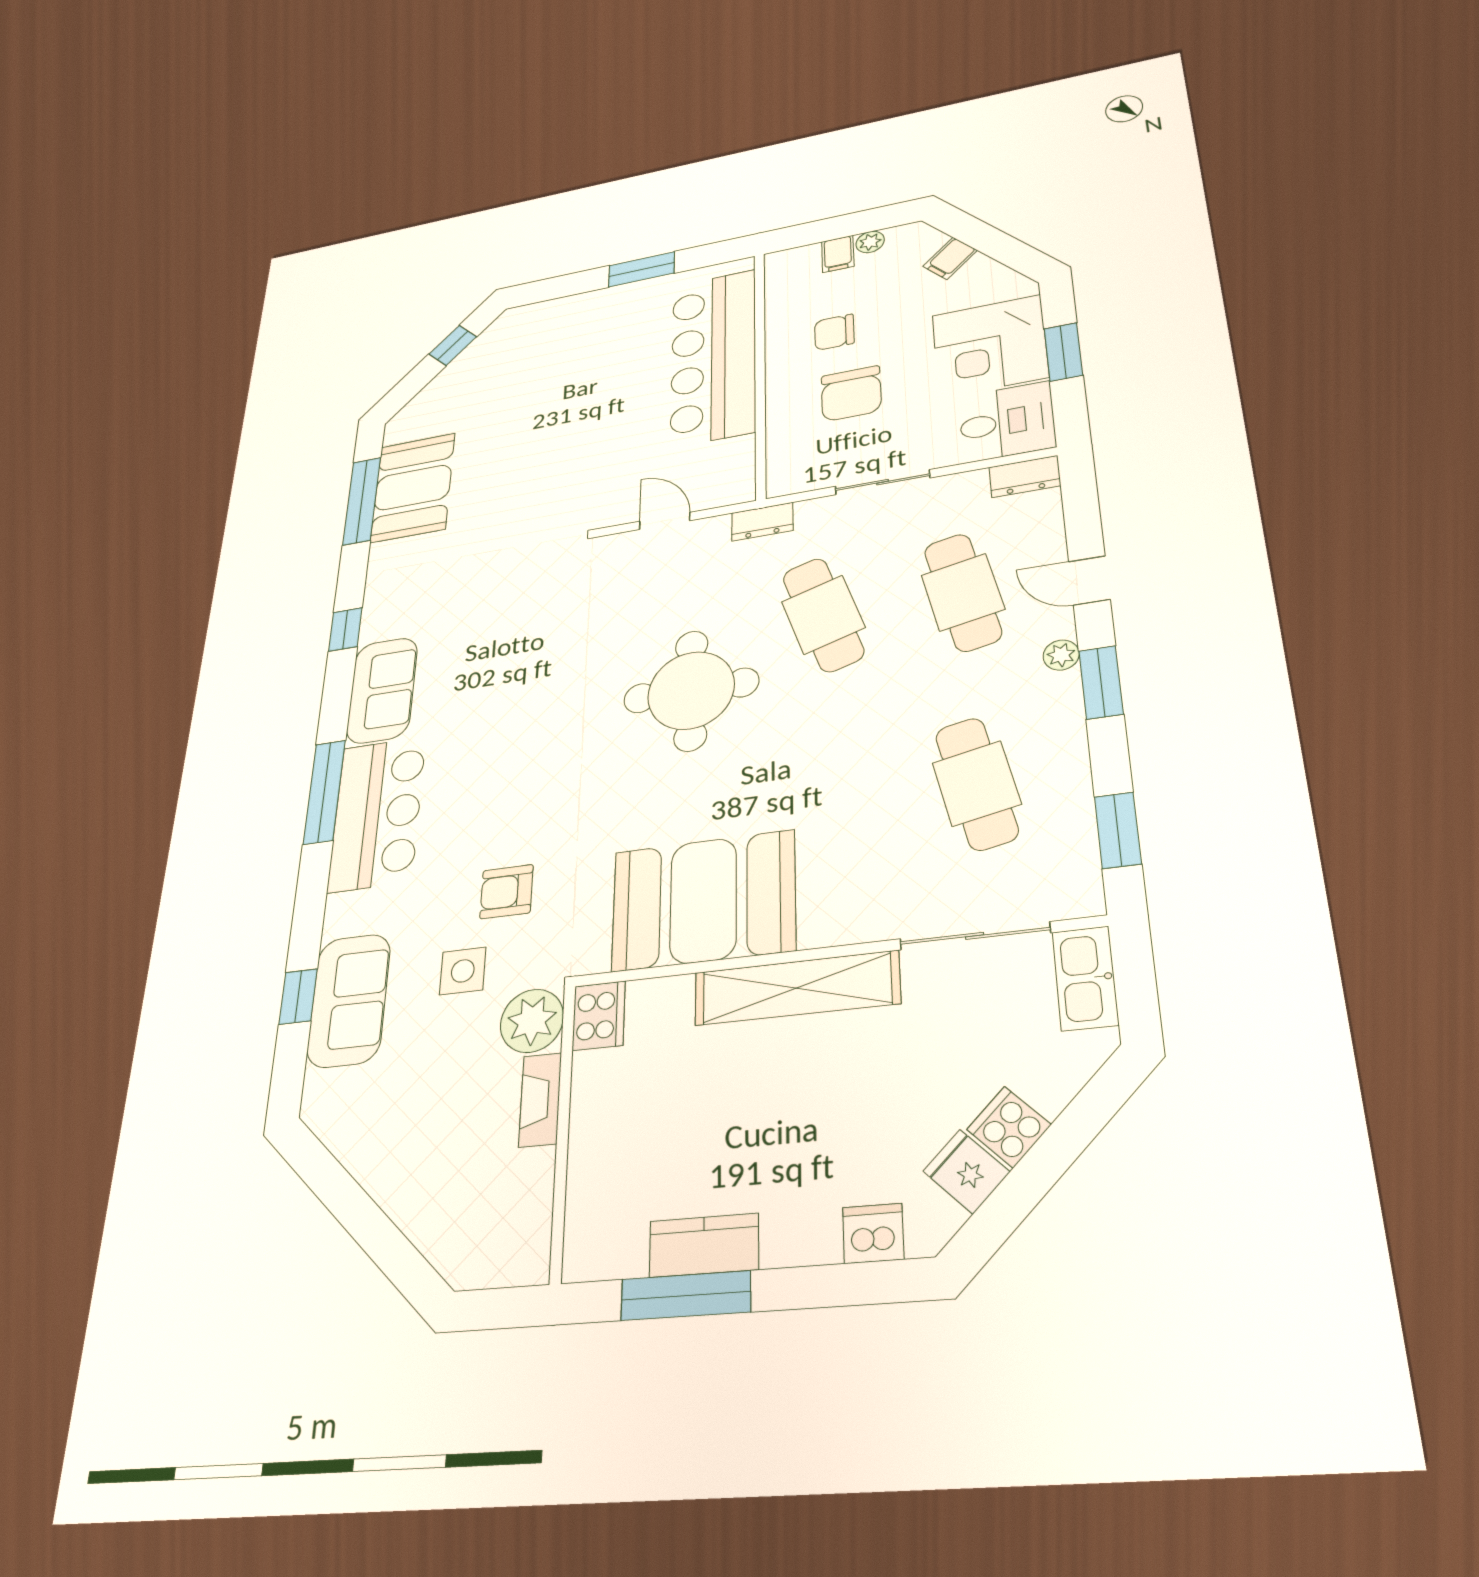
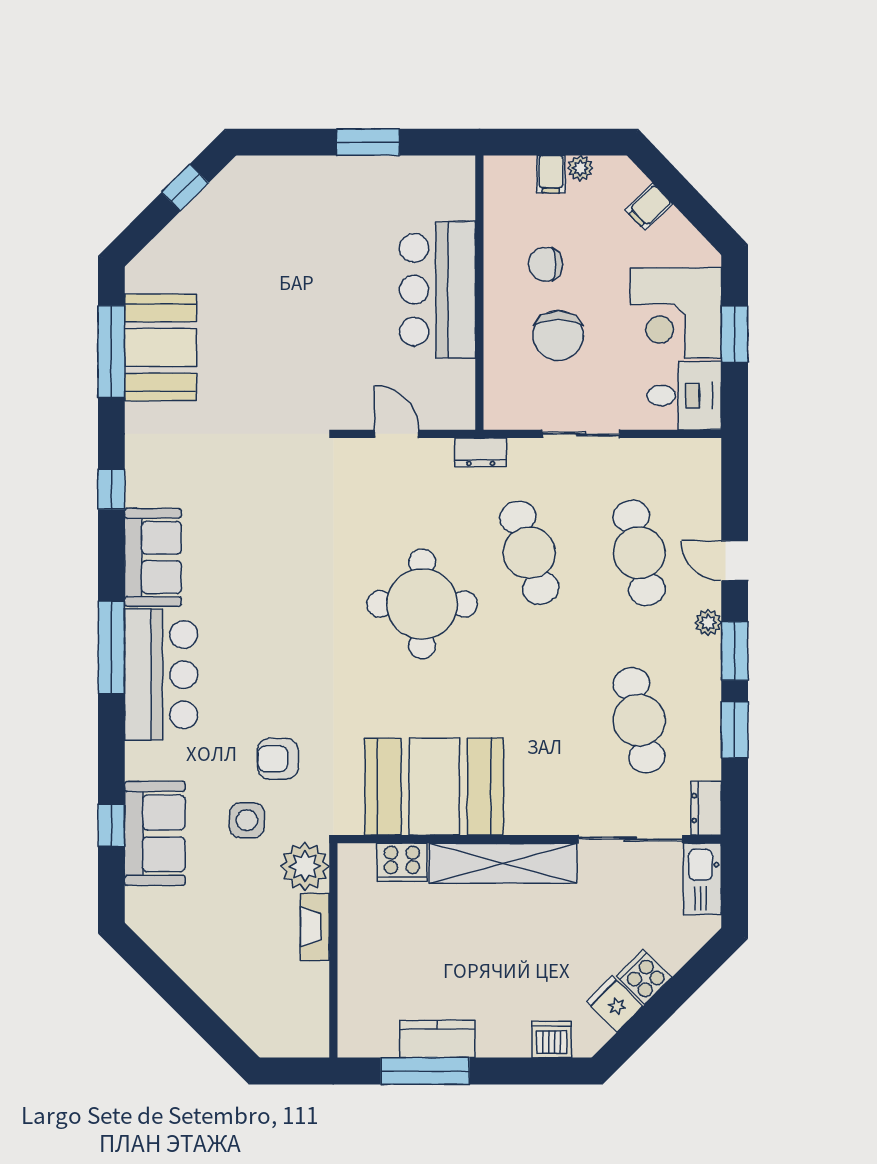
bar counter: (713, 357) -> (438, 290), width x0.73
dresser: (1025, 476) -> (706, 808), moved, turned 90
window: (1118, 830) -> (735, 730), moved
cooker: (599, 1016) -> (402, 862), moved, turned 90

